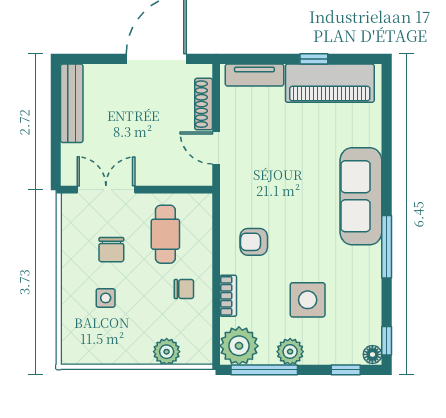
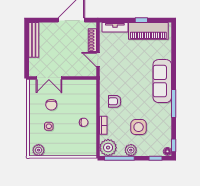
double door: (106, 190) -> (49, 78), swing flipped
cafe table: (165, 234) -> (75, 98), removed
plant: (167, 352) -> (39, 150), moved

